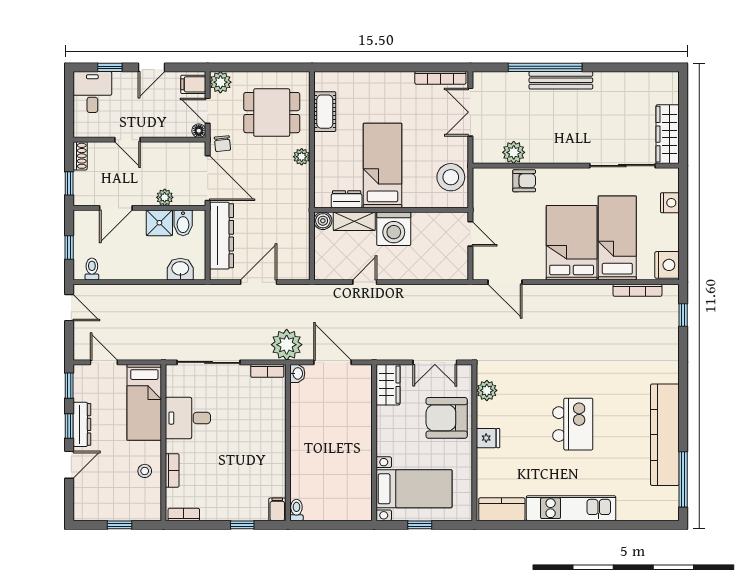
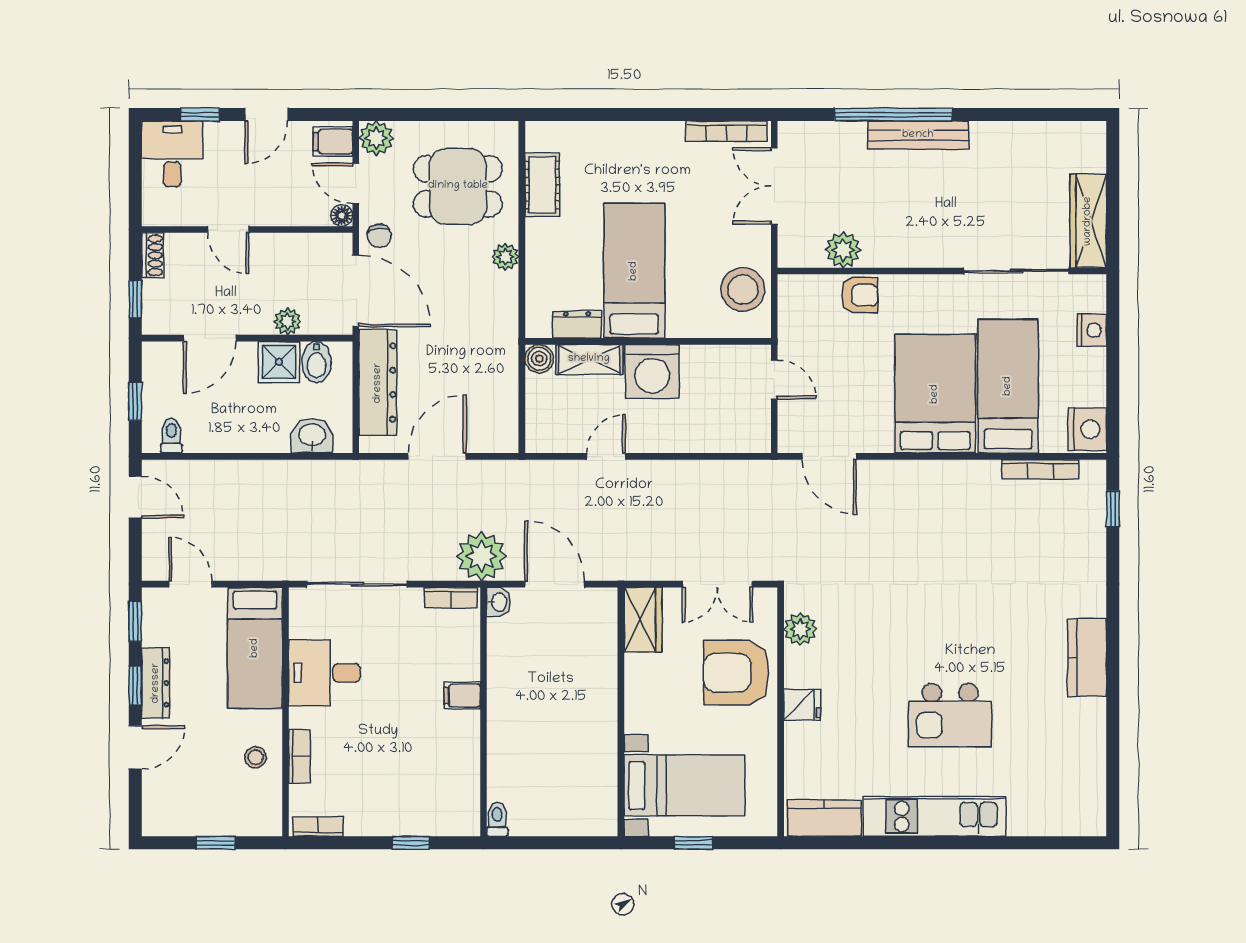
kitchen island: (573, 424) -> (950, 715), moved, turned 90
kitchen counter: (665, 435) -> (1087, 657), width x0.48, depth x0.86
window: (683, 479) -> (1113, 771), removed
filing cabinet: (277, 509) -> (462, 695), moved, turned -90

